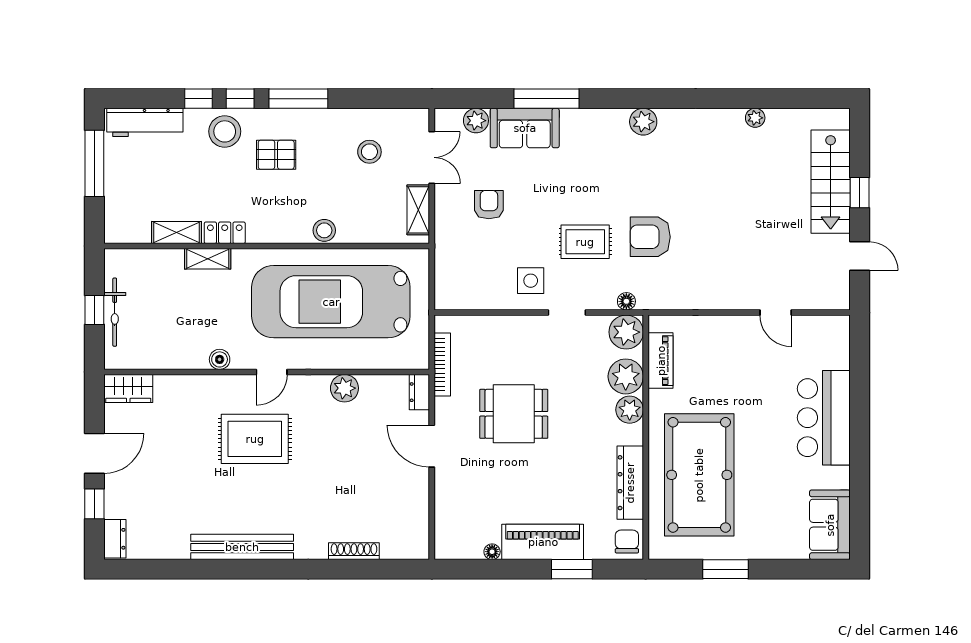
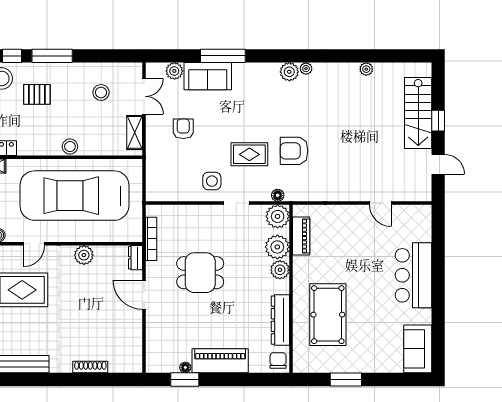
plant: (668, 117) -> (306, 69), added
pool table: (699, 475) -> (328, 315), width x0.73, depth x0.76
window: (572, 569) -> (185, 380), moved

